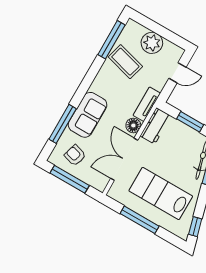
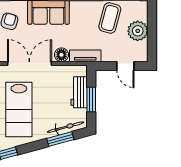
workbench: (156, 126) -> (79, 92), moved, turned 90
lab bench: (161, 193) -> (19, 109), turned 180

